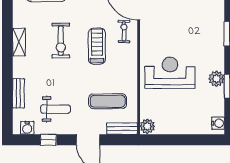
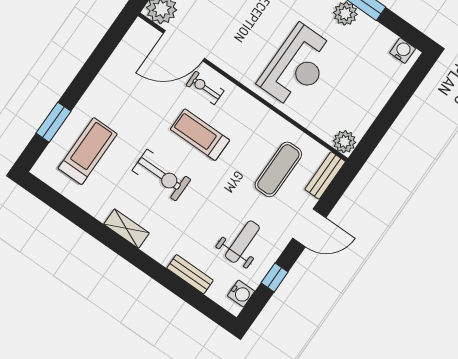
reception desk: (170, 73) -> (297, 66), turned 180

